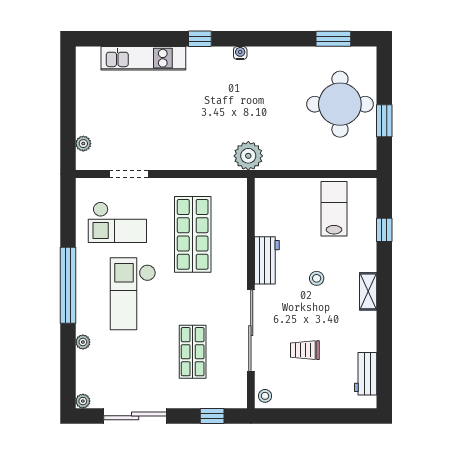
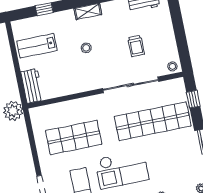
workbench: (267, 260) -> (32, 86), moved, turned 90
shop shelf: (193, 352) -> (153, 121), width x2.00, depth x1.36

